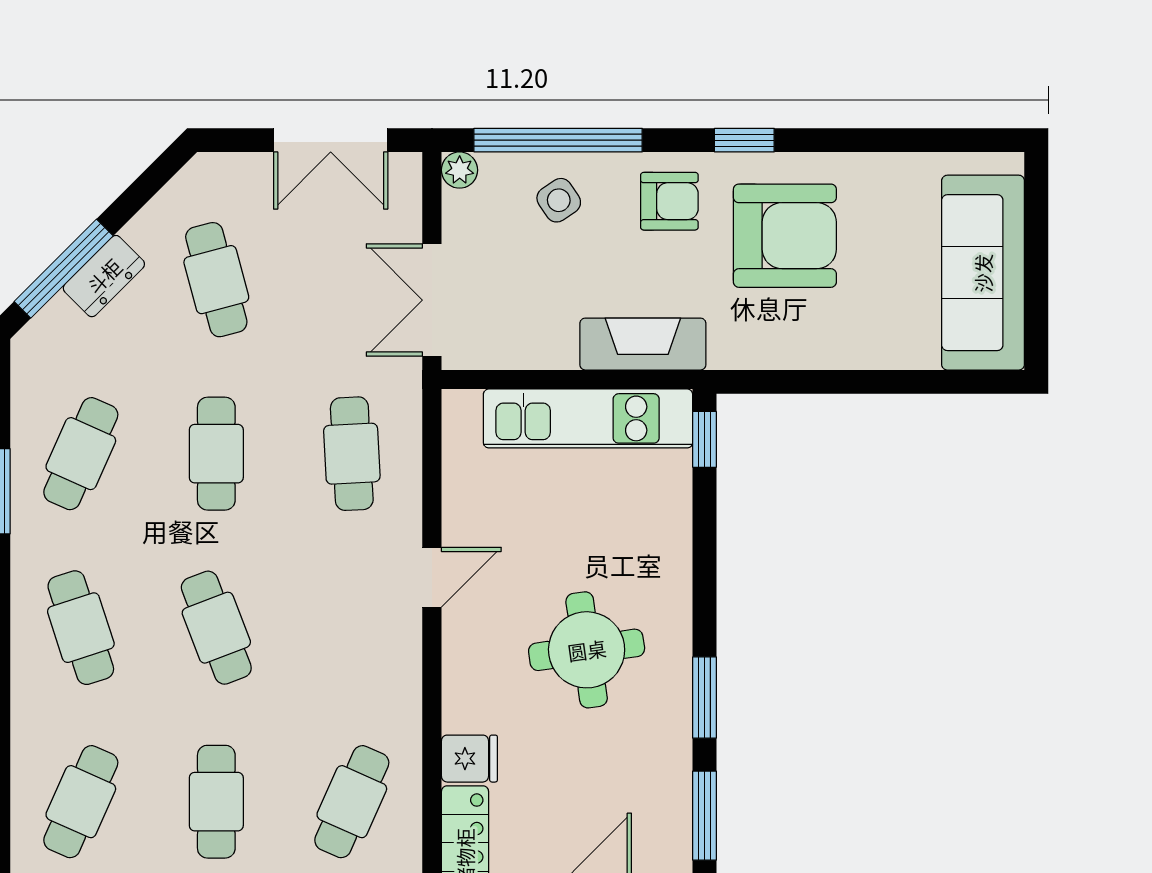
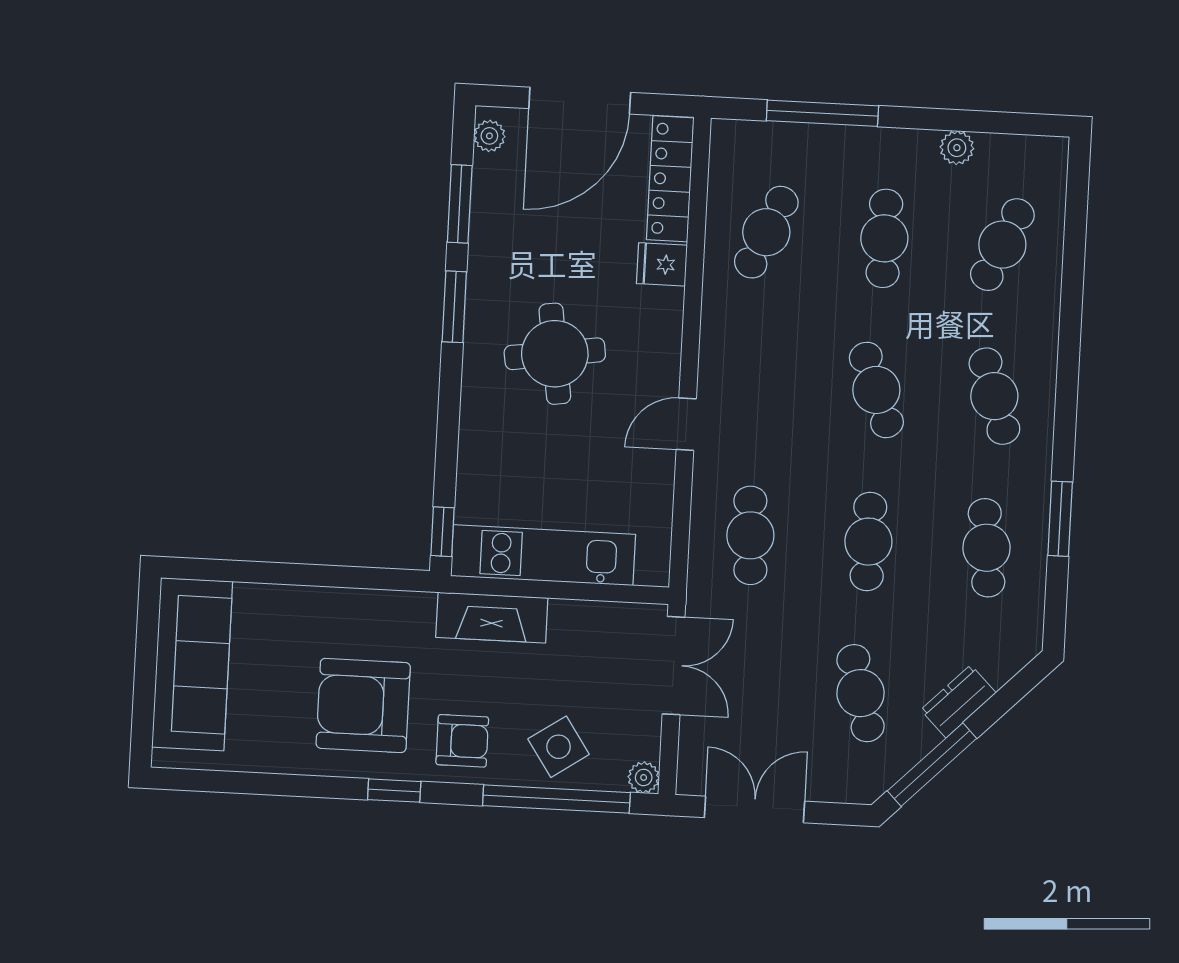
side table: (559, 200) -> (559, 747), width x1.37, depth x1.37
armchair: (669, 201) -> (462, 741), turned 180
window: (64, 269) -> (932, 765), moved
cafe table: (81, 454) -> (986, 548), turned -30

